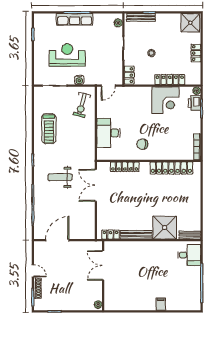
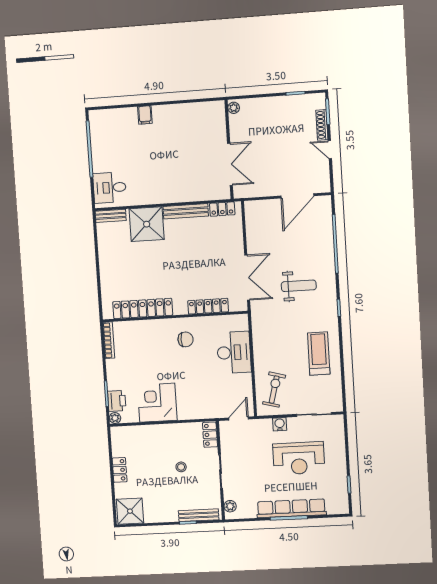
row of seats: (75, 19) -> (291, 508), width x1.36
locker: (170, 80) -> (153, 431), removed

